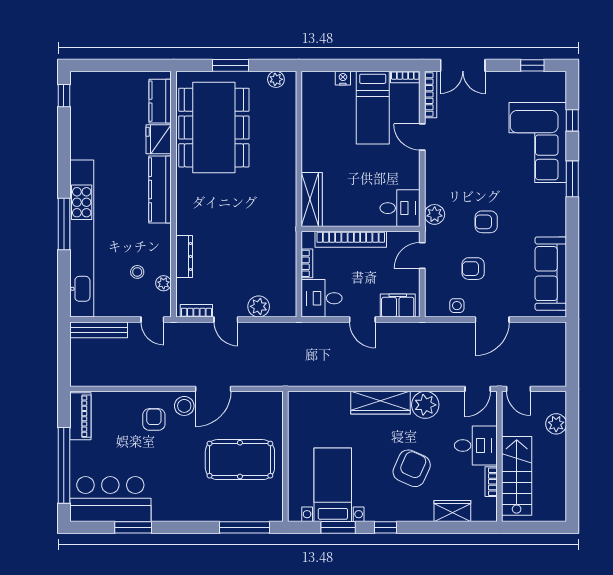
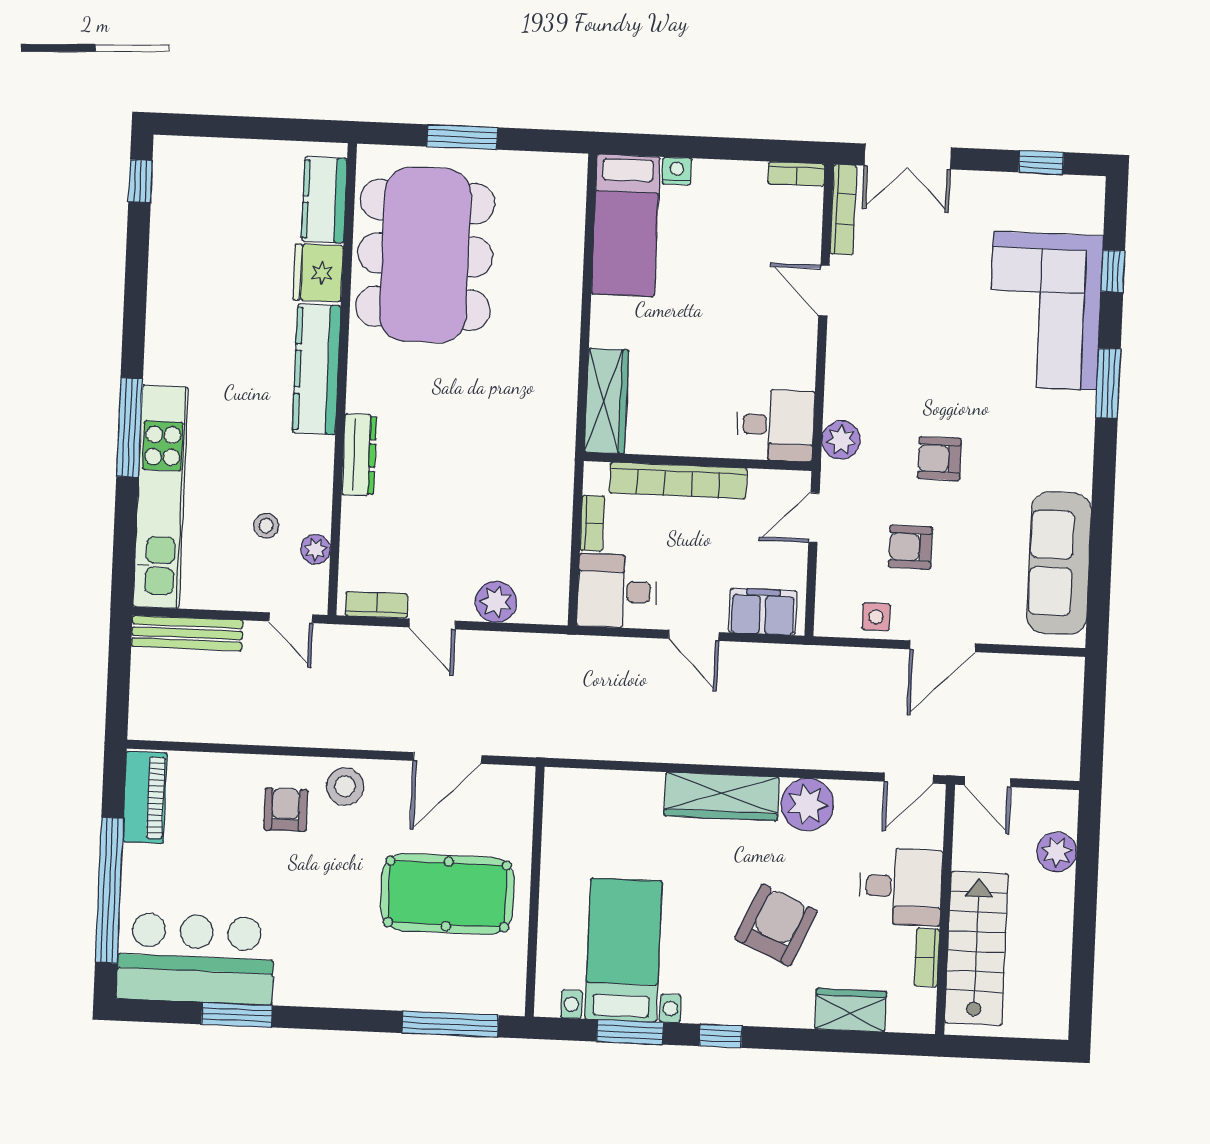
plant: (276, 79) -> (548, 168), removed
bed: (373, 108) -> (626, 225), moved
kitchen unit: (82, 238) -> (161, 497), width x0.73
dresser: (184, 257) -> (359, 455), moved
door: (213, 389) -> (448, 758), moved

